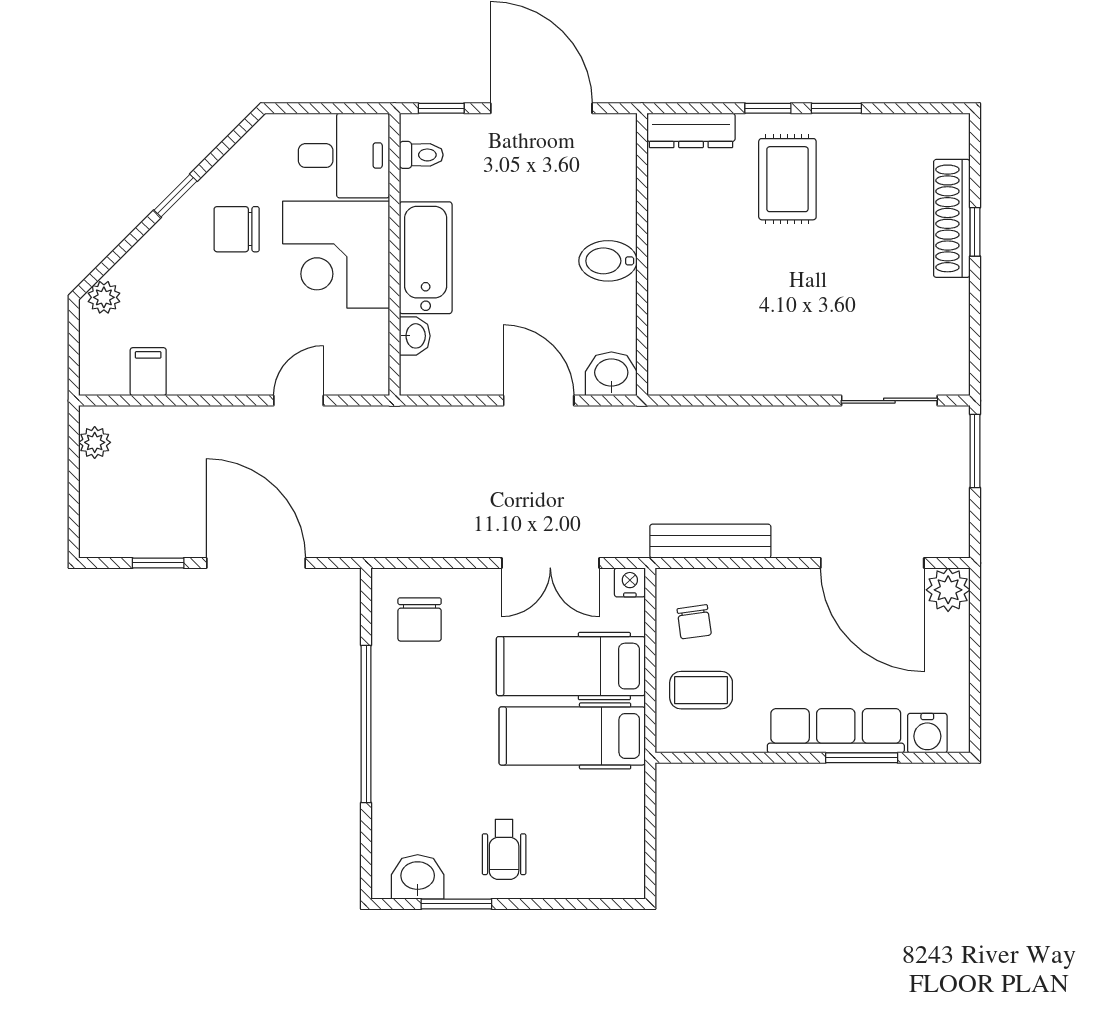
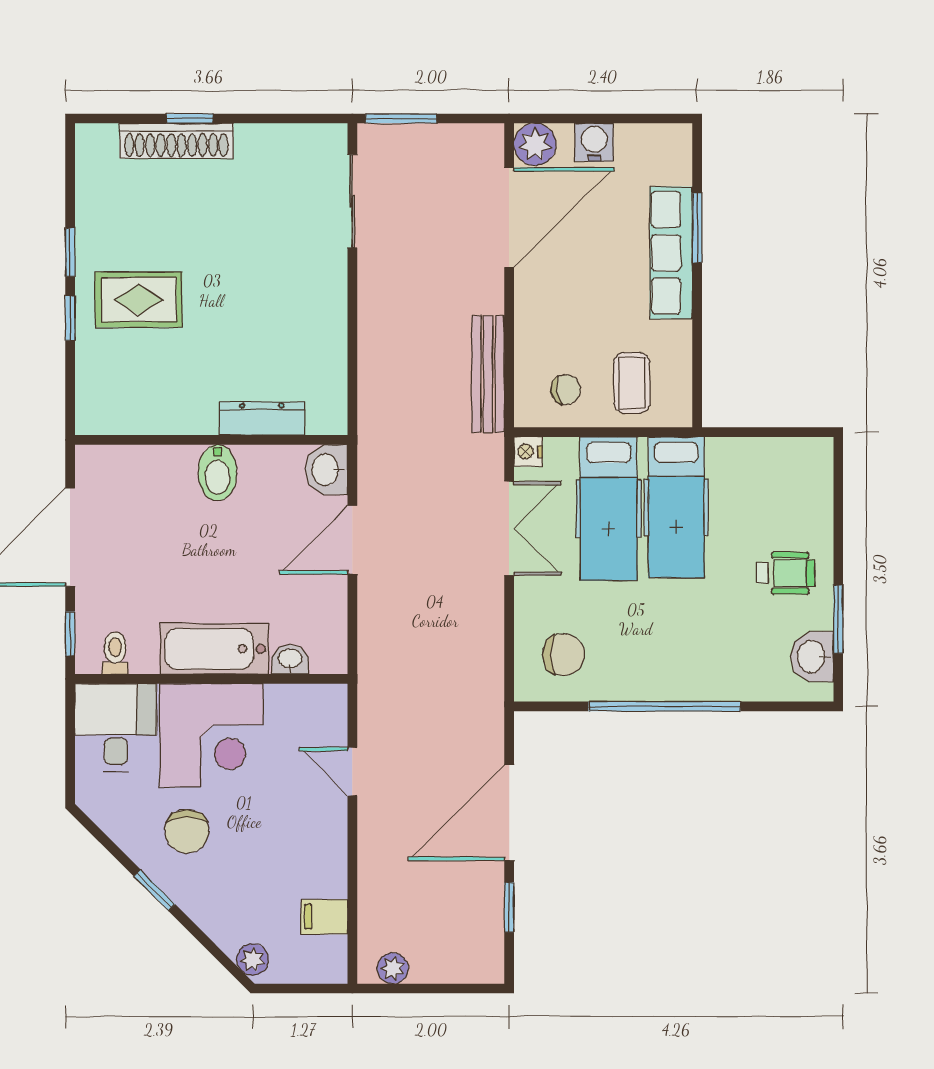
dresser: (691, 130) -> (262, 419), moved, turned -90
water cooler: (927, 733) -> (594, 142), moved, turned -90

